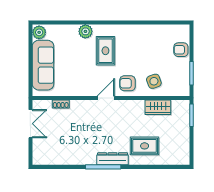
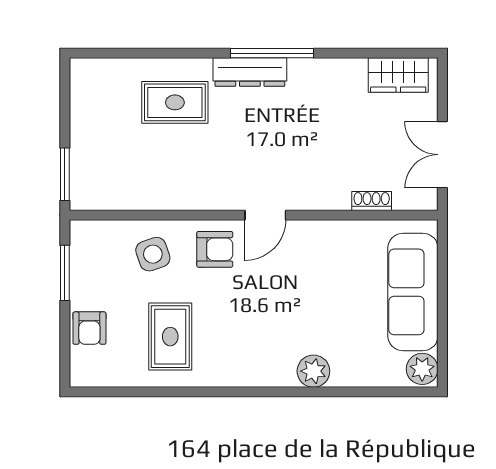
armchair: (181, 50) -> (89, 328), turned 90
rug: (105, 51) -> (170, 337), moved
wardrobe: (158, 107) -> (398, 75), moved, turned 180

